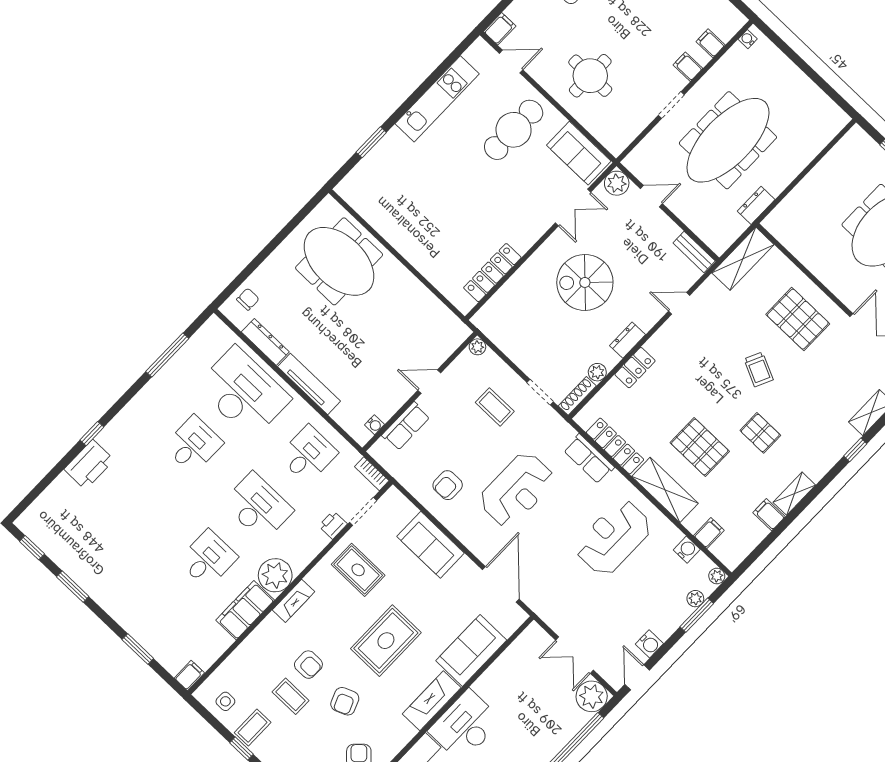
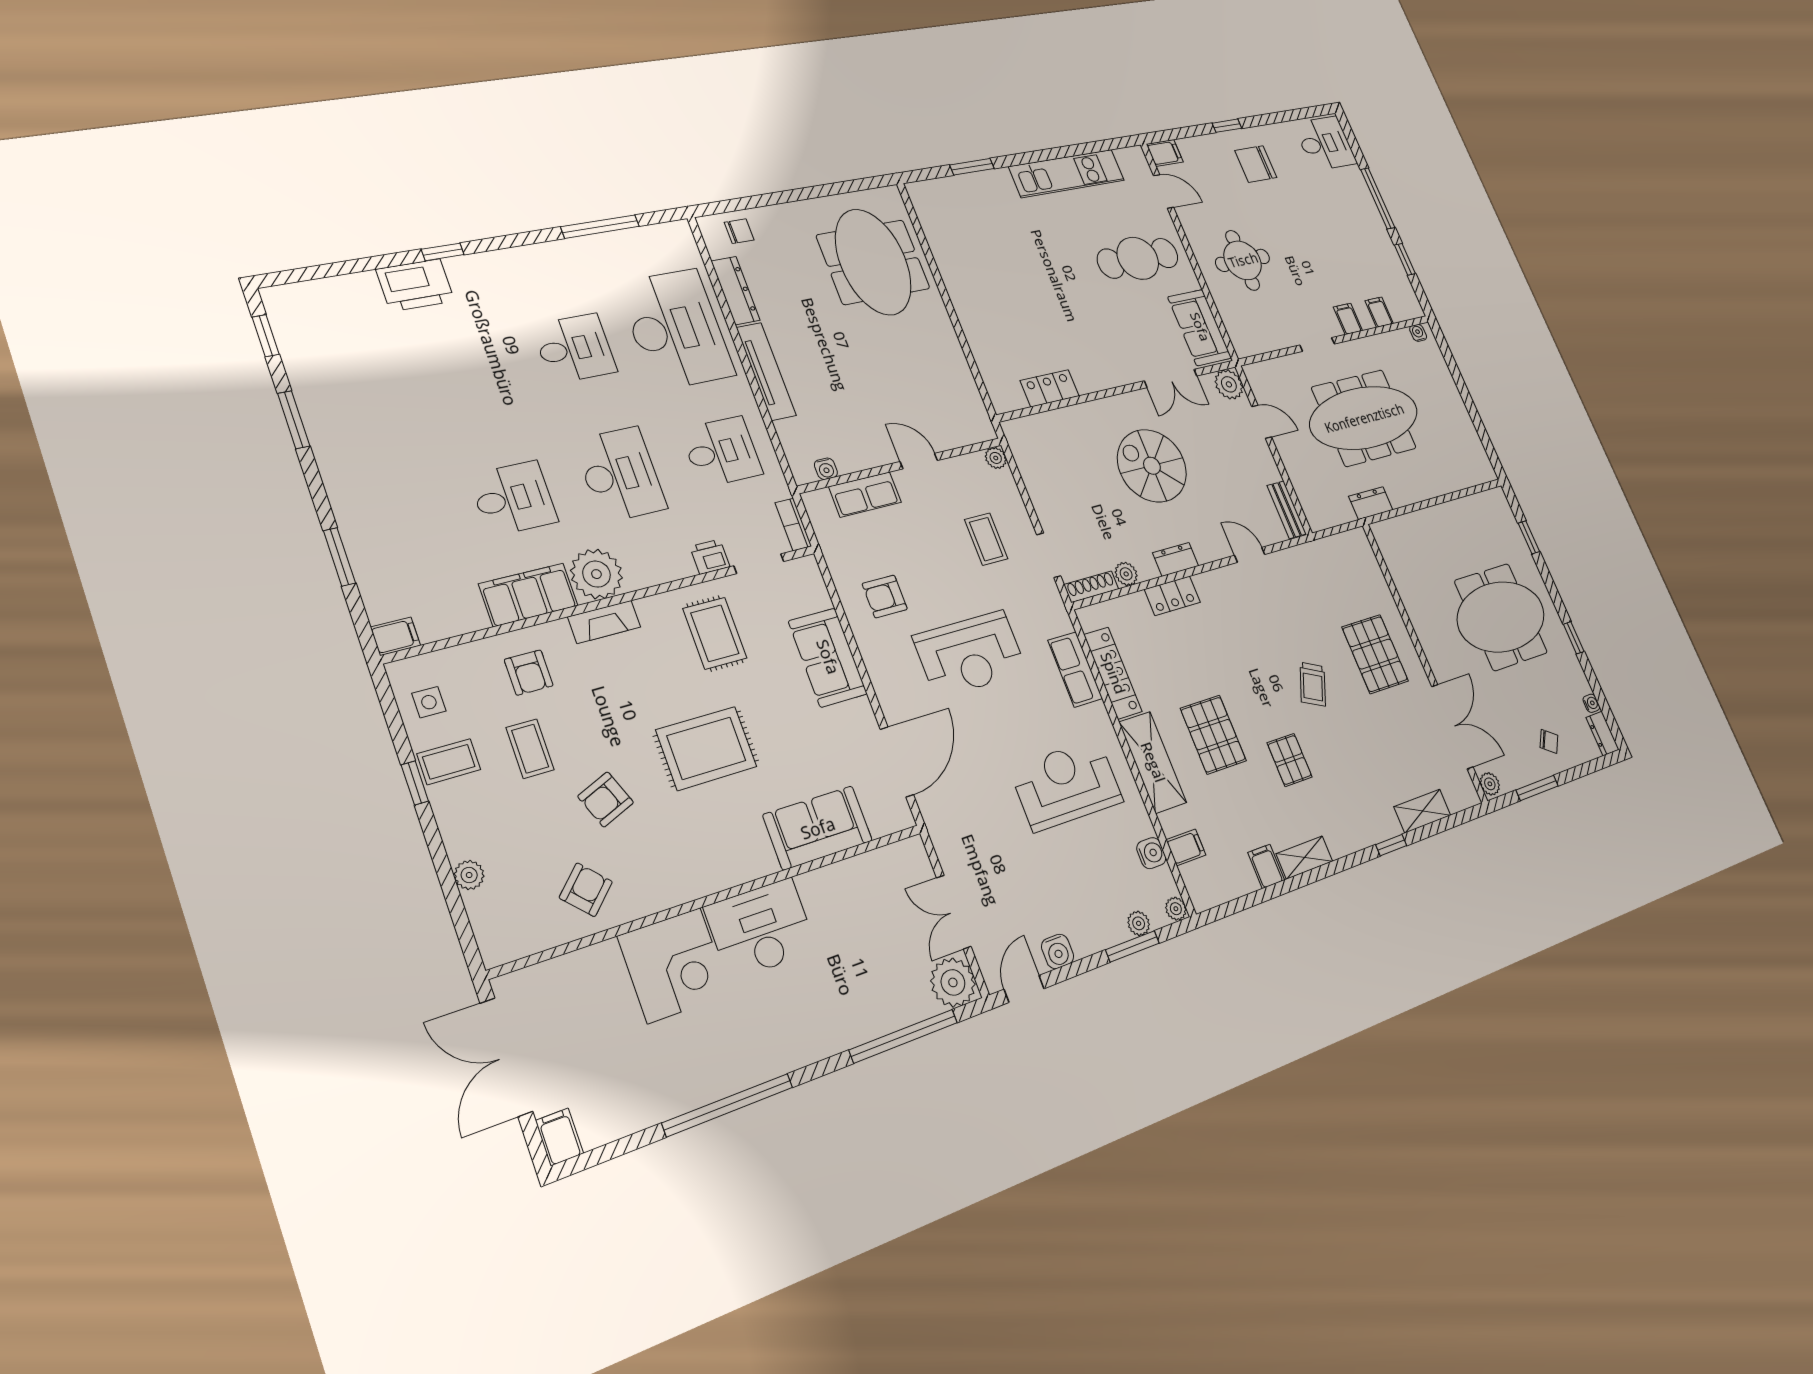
shelving: (743, 259) -> (1337, 551), removed
locker: (492, 273) -> (1050, 388), width x0.66
armchair: (308, 665) -> (529, 673), moved
fireplace: (432, 701) -> (730, 867), removed

